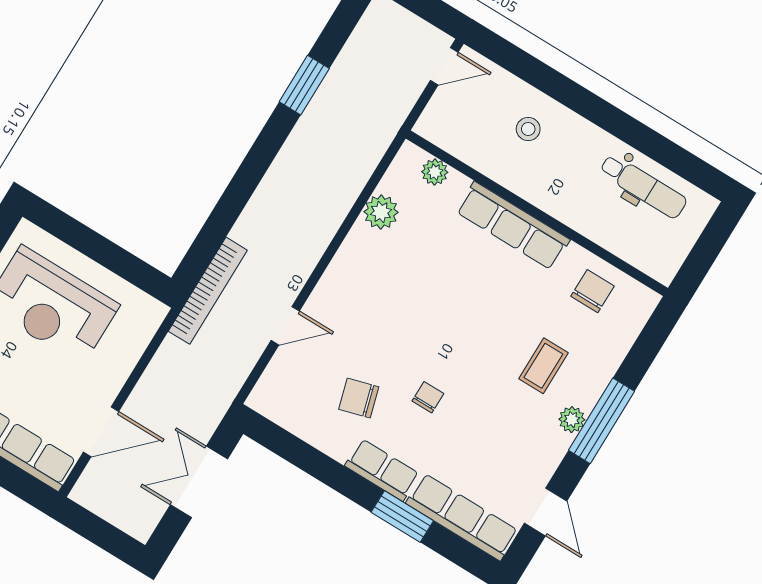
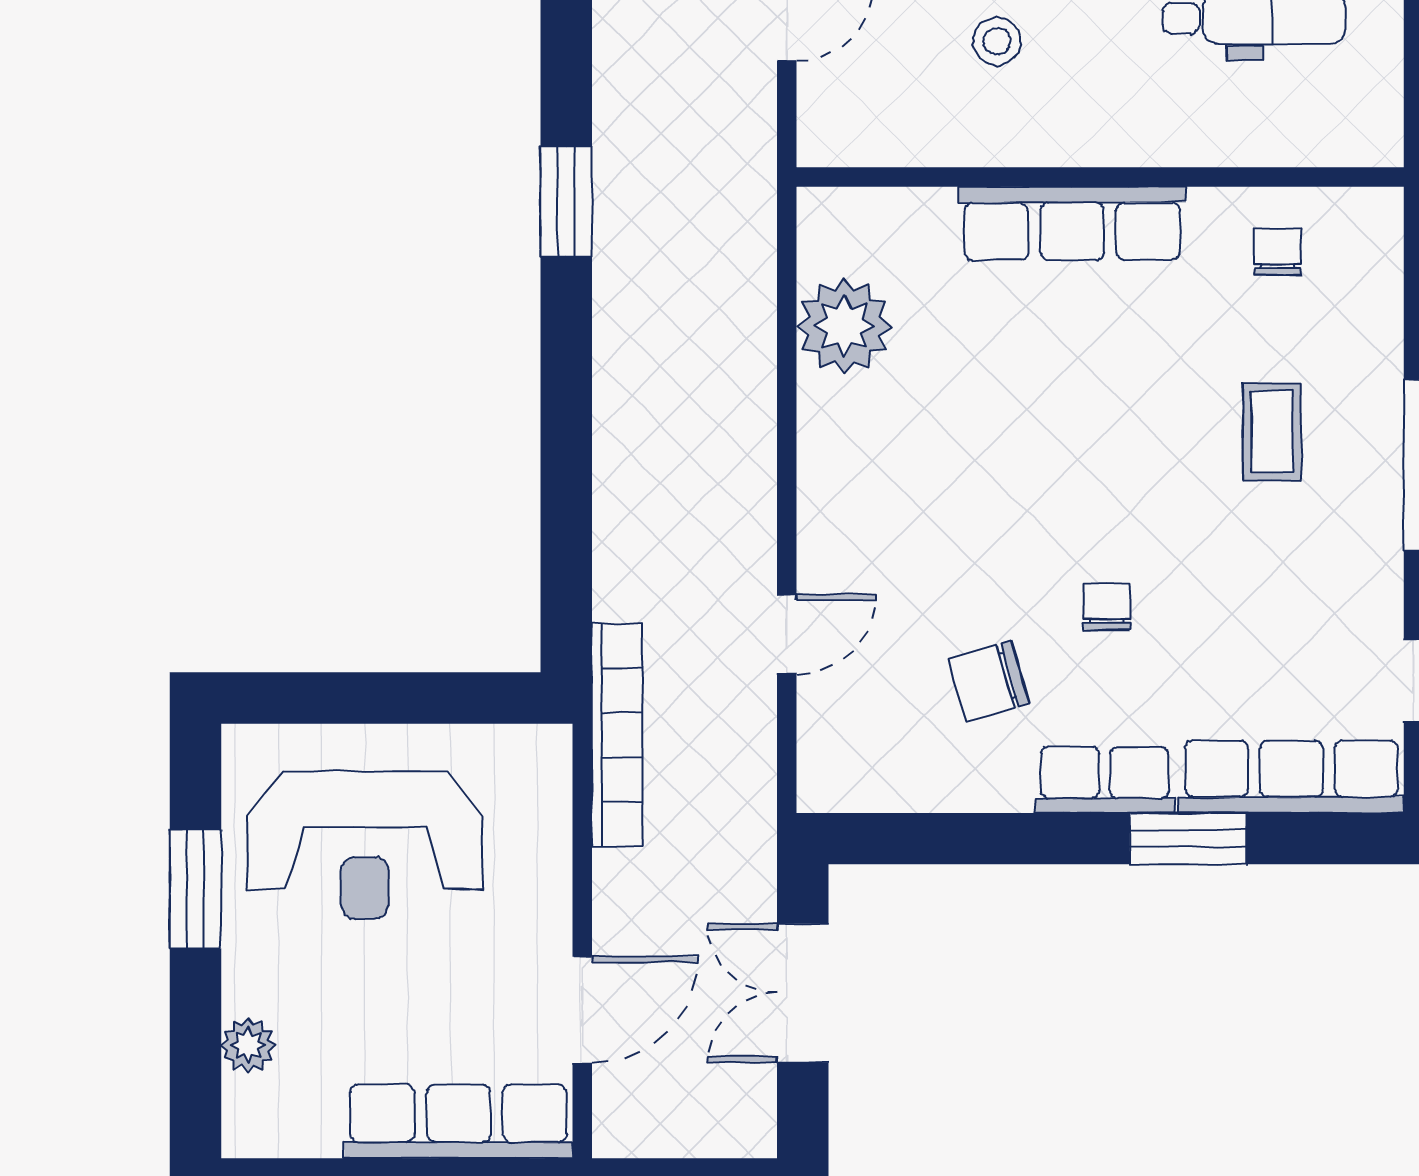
plant: (435, 172) -> (882, 213), removed
plant: (381, 212) -> (844, 326), width x1.36, depth x1.36
bookcase: (208, 291) -> (617, 735), moved
chair: (593, 291) -> (1278, 252), width x0.73, depth x0.73
plant: (572, 420) -> (1377, 494), removed

